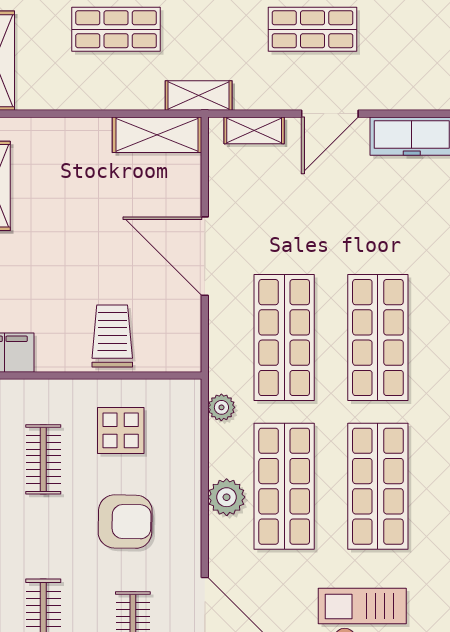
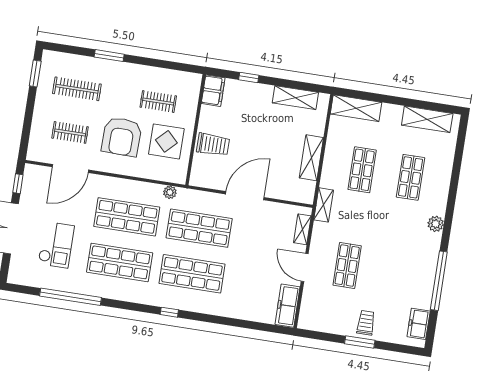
shelving: (157, 135) -> (311, 158), moved
display table: (121, 430) -> (166, 141), width x1.36, depth x1.36
plant: (227, 497) -> (126, 188), removed
armchair: (125, 522) -> (122, 137), width x1.36, depth x1.36

